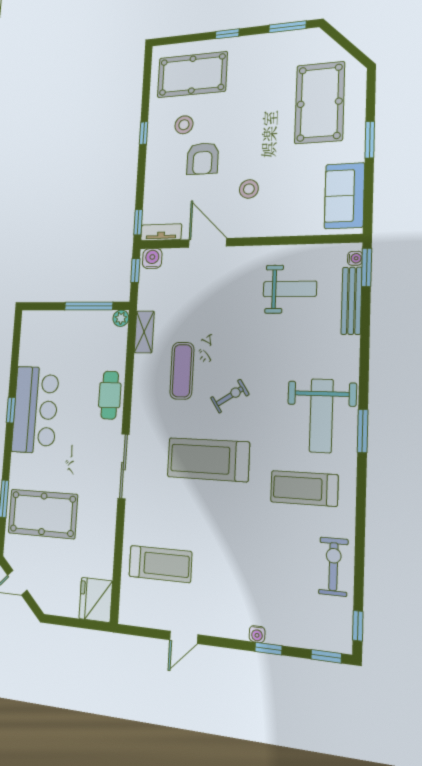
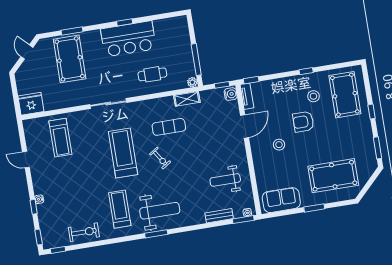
armchair: (203, 158) -> (303, 122), moved
weight bench: (290, 289) -> (225, 180), turned 90
bench: (352, 301) -> (219, 216), width x0.73
cafe table: (110, 395) -> (152, 74), moved
weight bench: (321, 416) -> (160, 211), turned 180

